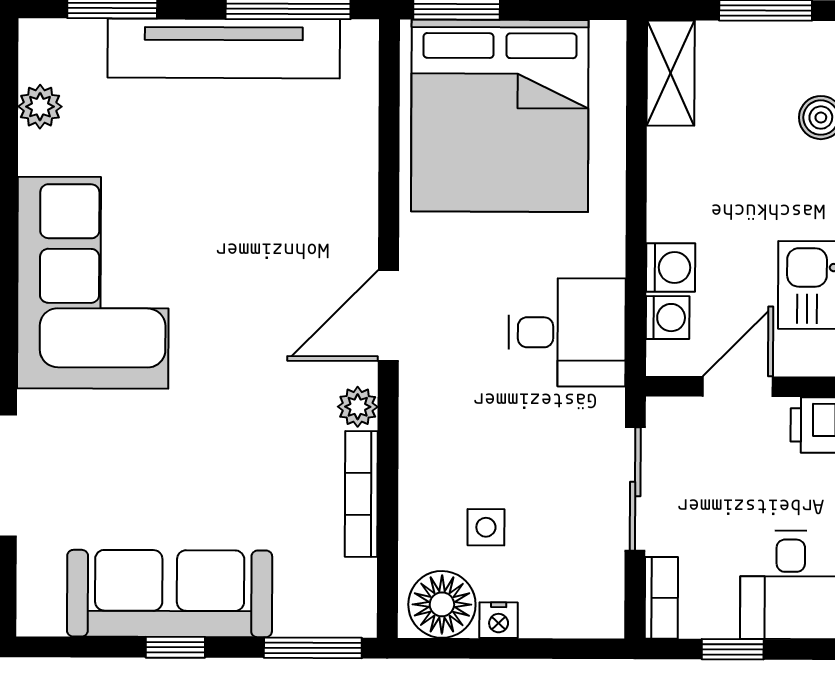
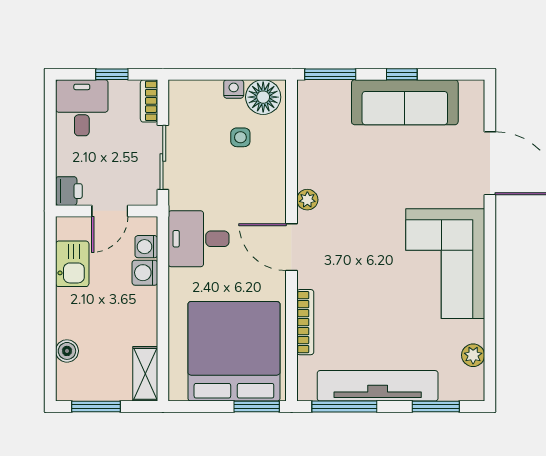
door: (388, 316) -> (292, 247), swing flipped
bookcase: (361, 494) -> (305, 322), moved

